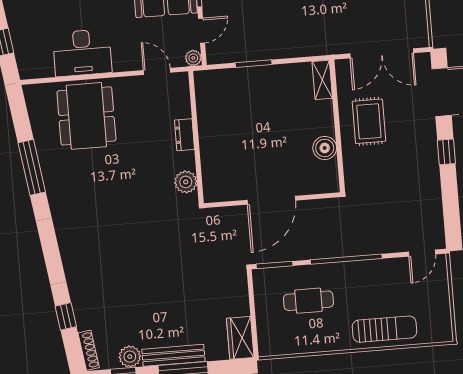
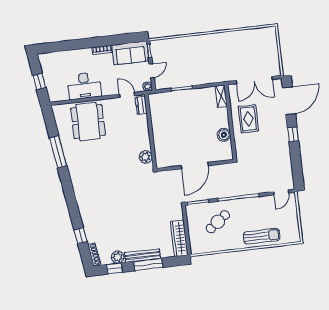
dresser: (184, 135) -> (141, 105), moved
cafe table: (308, 301) -> (218, 222), turned -37
wardrobe: (240, 338) -> (179, 238), width x1.50

